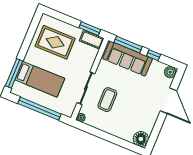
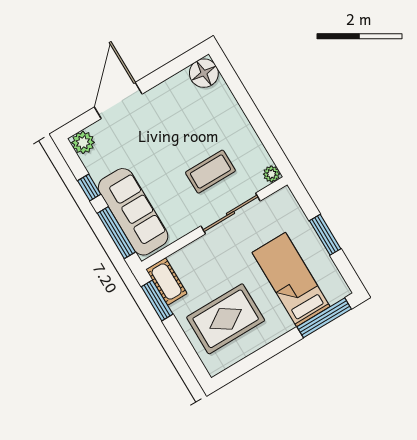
rug: (55, 42) -> (226, 319), turned 90
window: (39, 109) -> (325, 235), width x0.47

